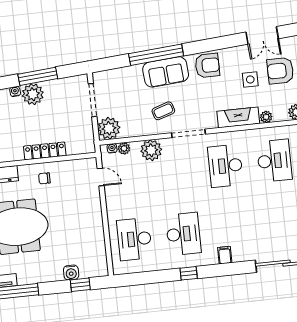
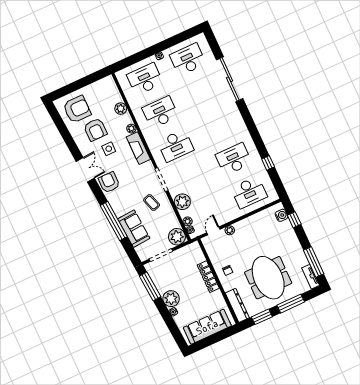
double door: (262, 35) -> (85, 170), moved
sofa: (166, 72) -> (134, 229), moved
window: (38, 76) -> (150, 286), moved
plant: (94, 198) -> (230, 230), added
filing cabinet: (225, 255) -> (239, 125), removed
water cooler: (71, 273) -> (281, 215), moved
window: (189, 273) -> (268, 163), moved

